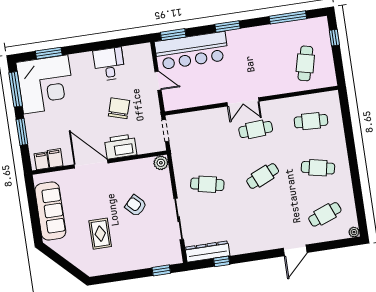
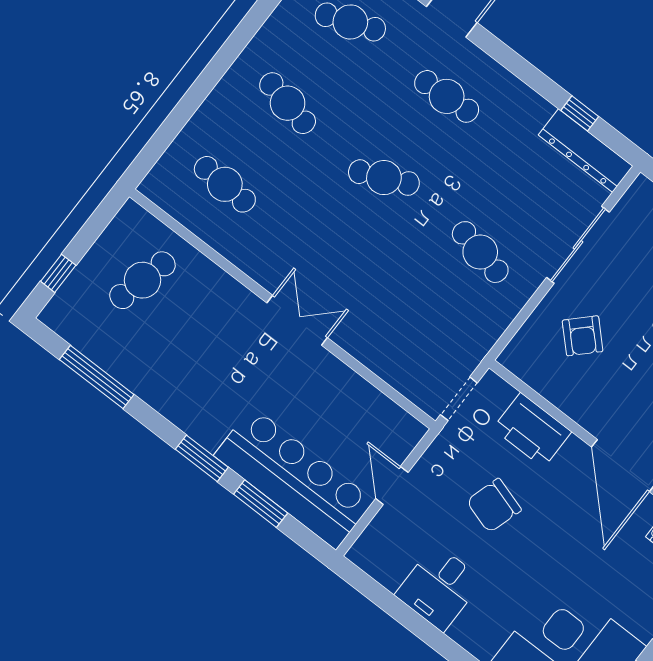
window: (173, 35) -> (261, 504), moved
cafe table: (256, 129) -> (447, 96), moved
printer: (121, 147) -> (532, 430), moved
plant: (161, 163) -> (516, 357), removed
armchair: (136, 206) -> (583, 336), moved

